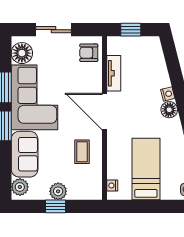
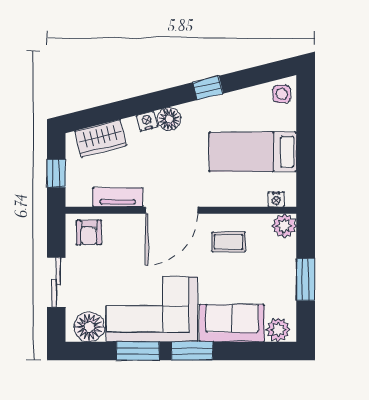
wardrobe: (155, 61) -> (101, 138), added
plant: (58, 191) -> (284, 226), moved
window: (55, 206) -> (306, 280), width x1.50

